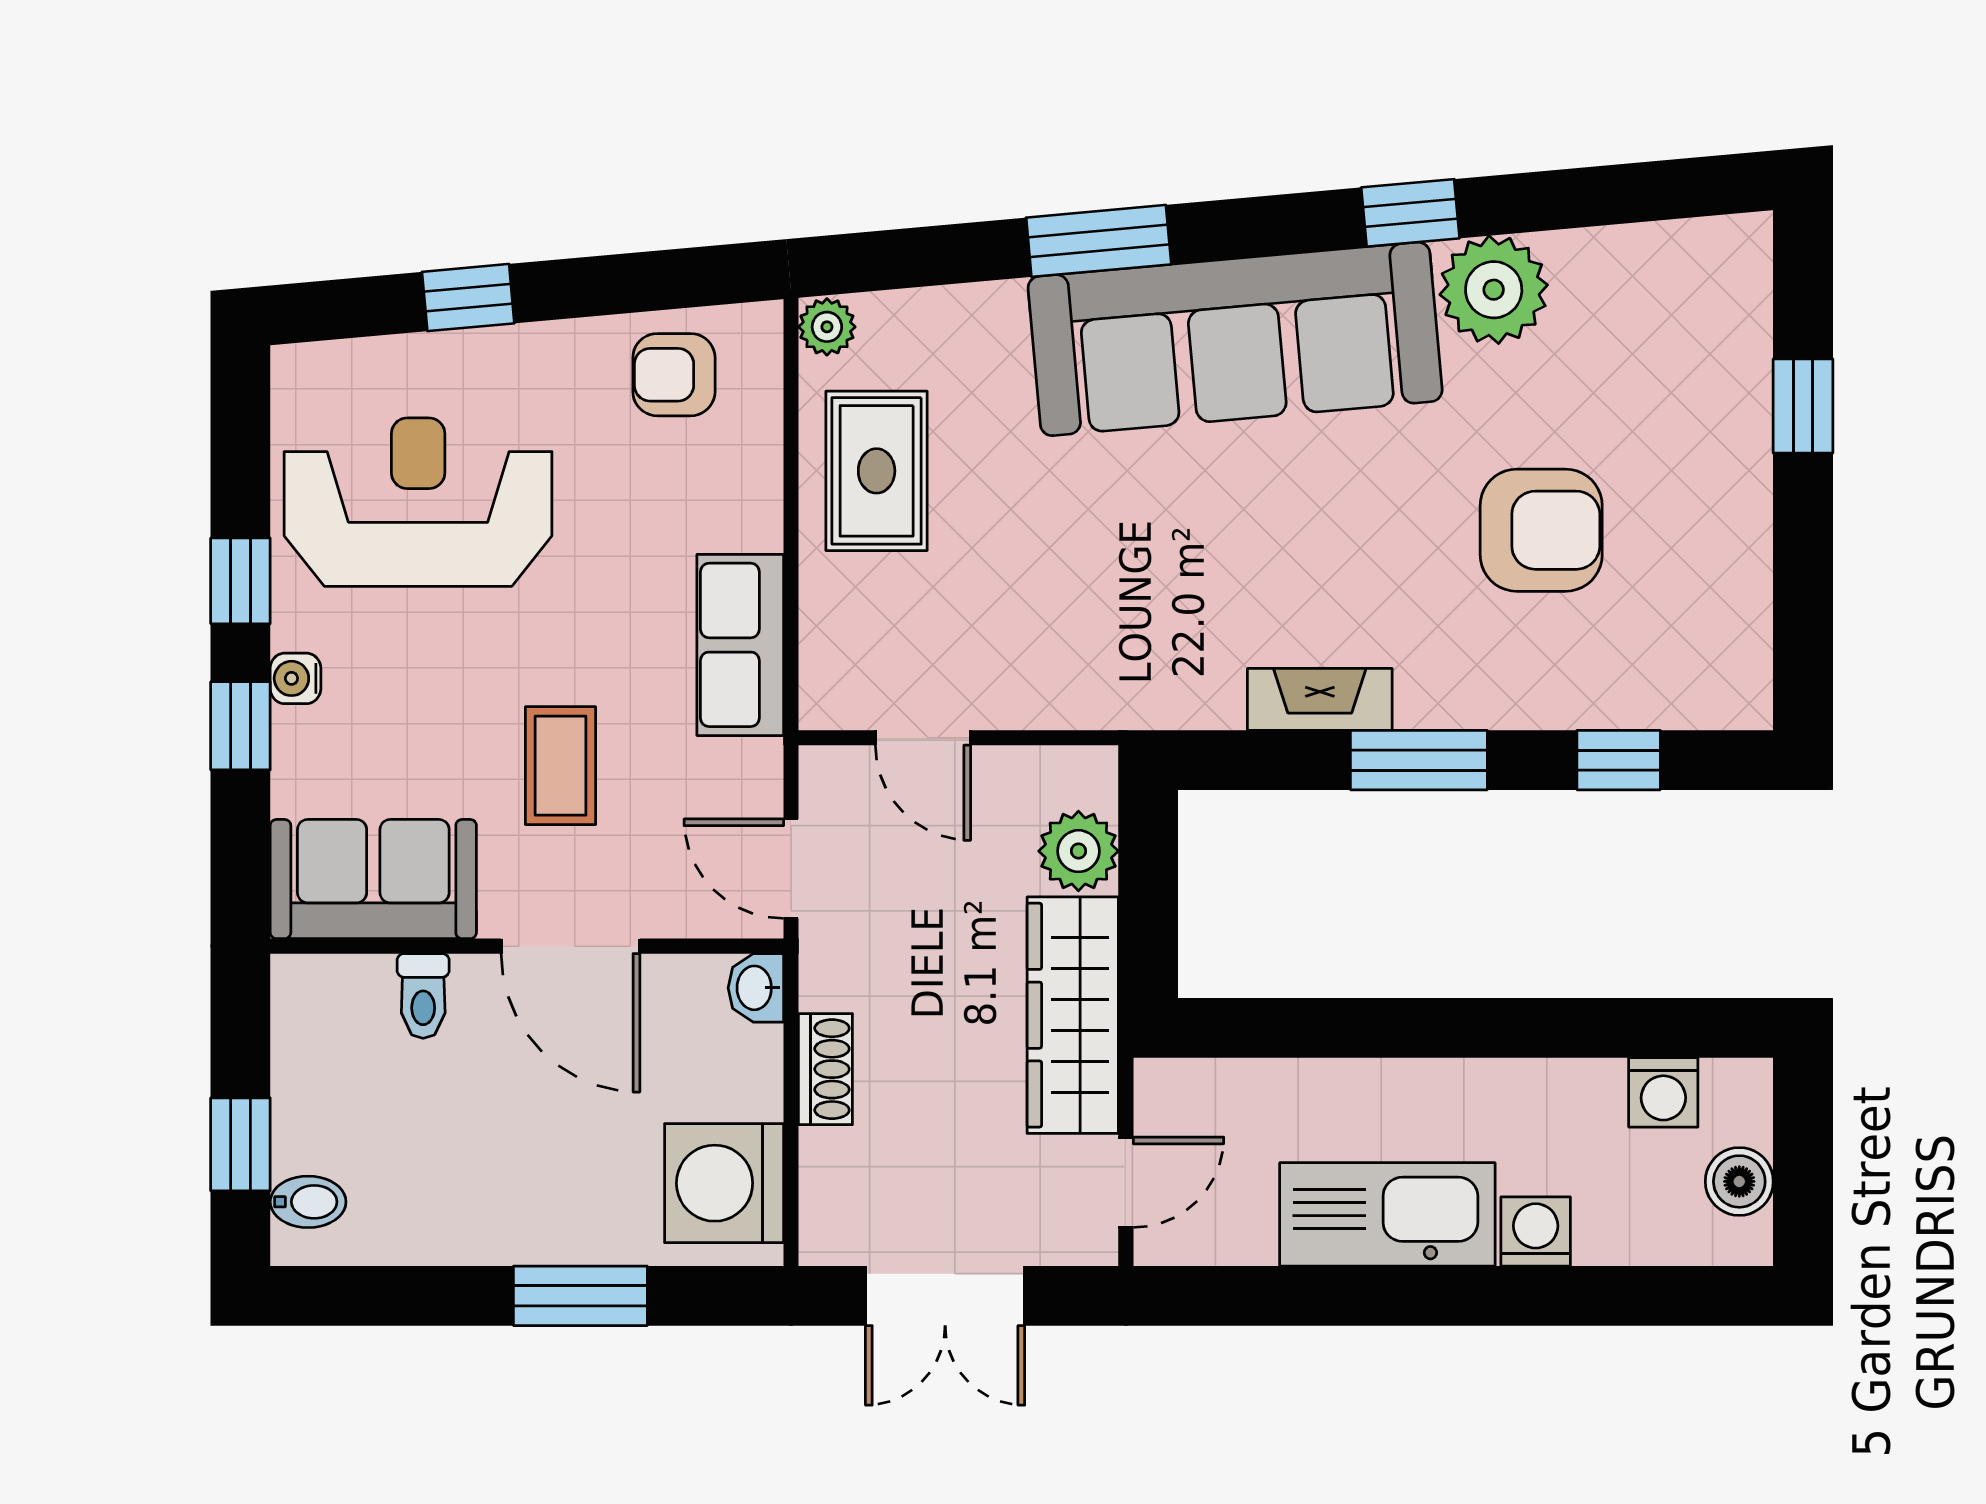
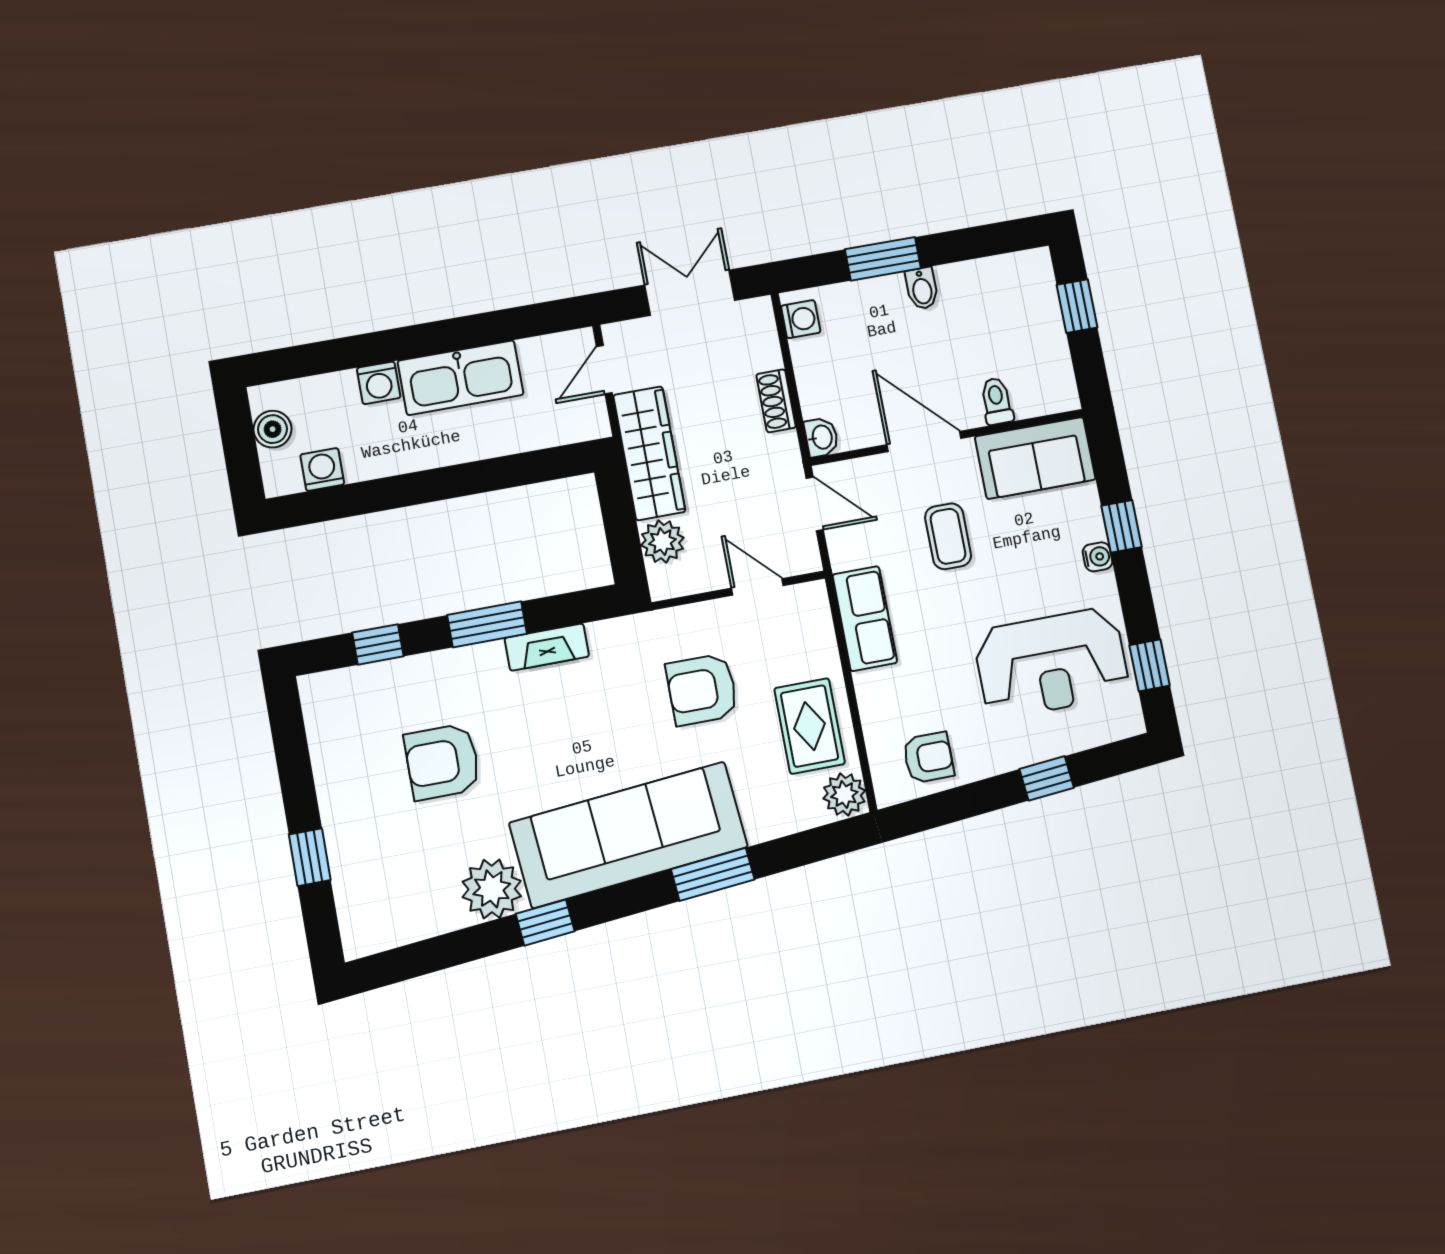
plant: (827, 327) -> (844, 795), width x1.38, depth x1.38
armchair: (1057, 572) -> (702, 690), added
window: (240, 581) -> (1150, 665), moved
washing machine: (724, 1183) -> (801, 319), width x0.53, depth x0.53
bidet: (308, 1202) -> (922, 288), moved, turned -90

